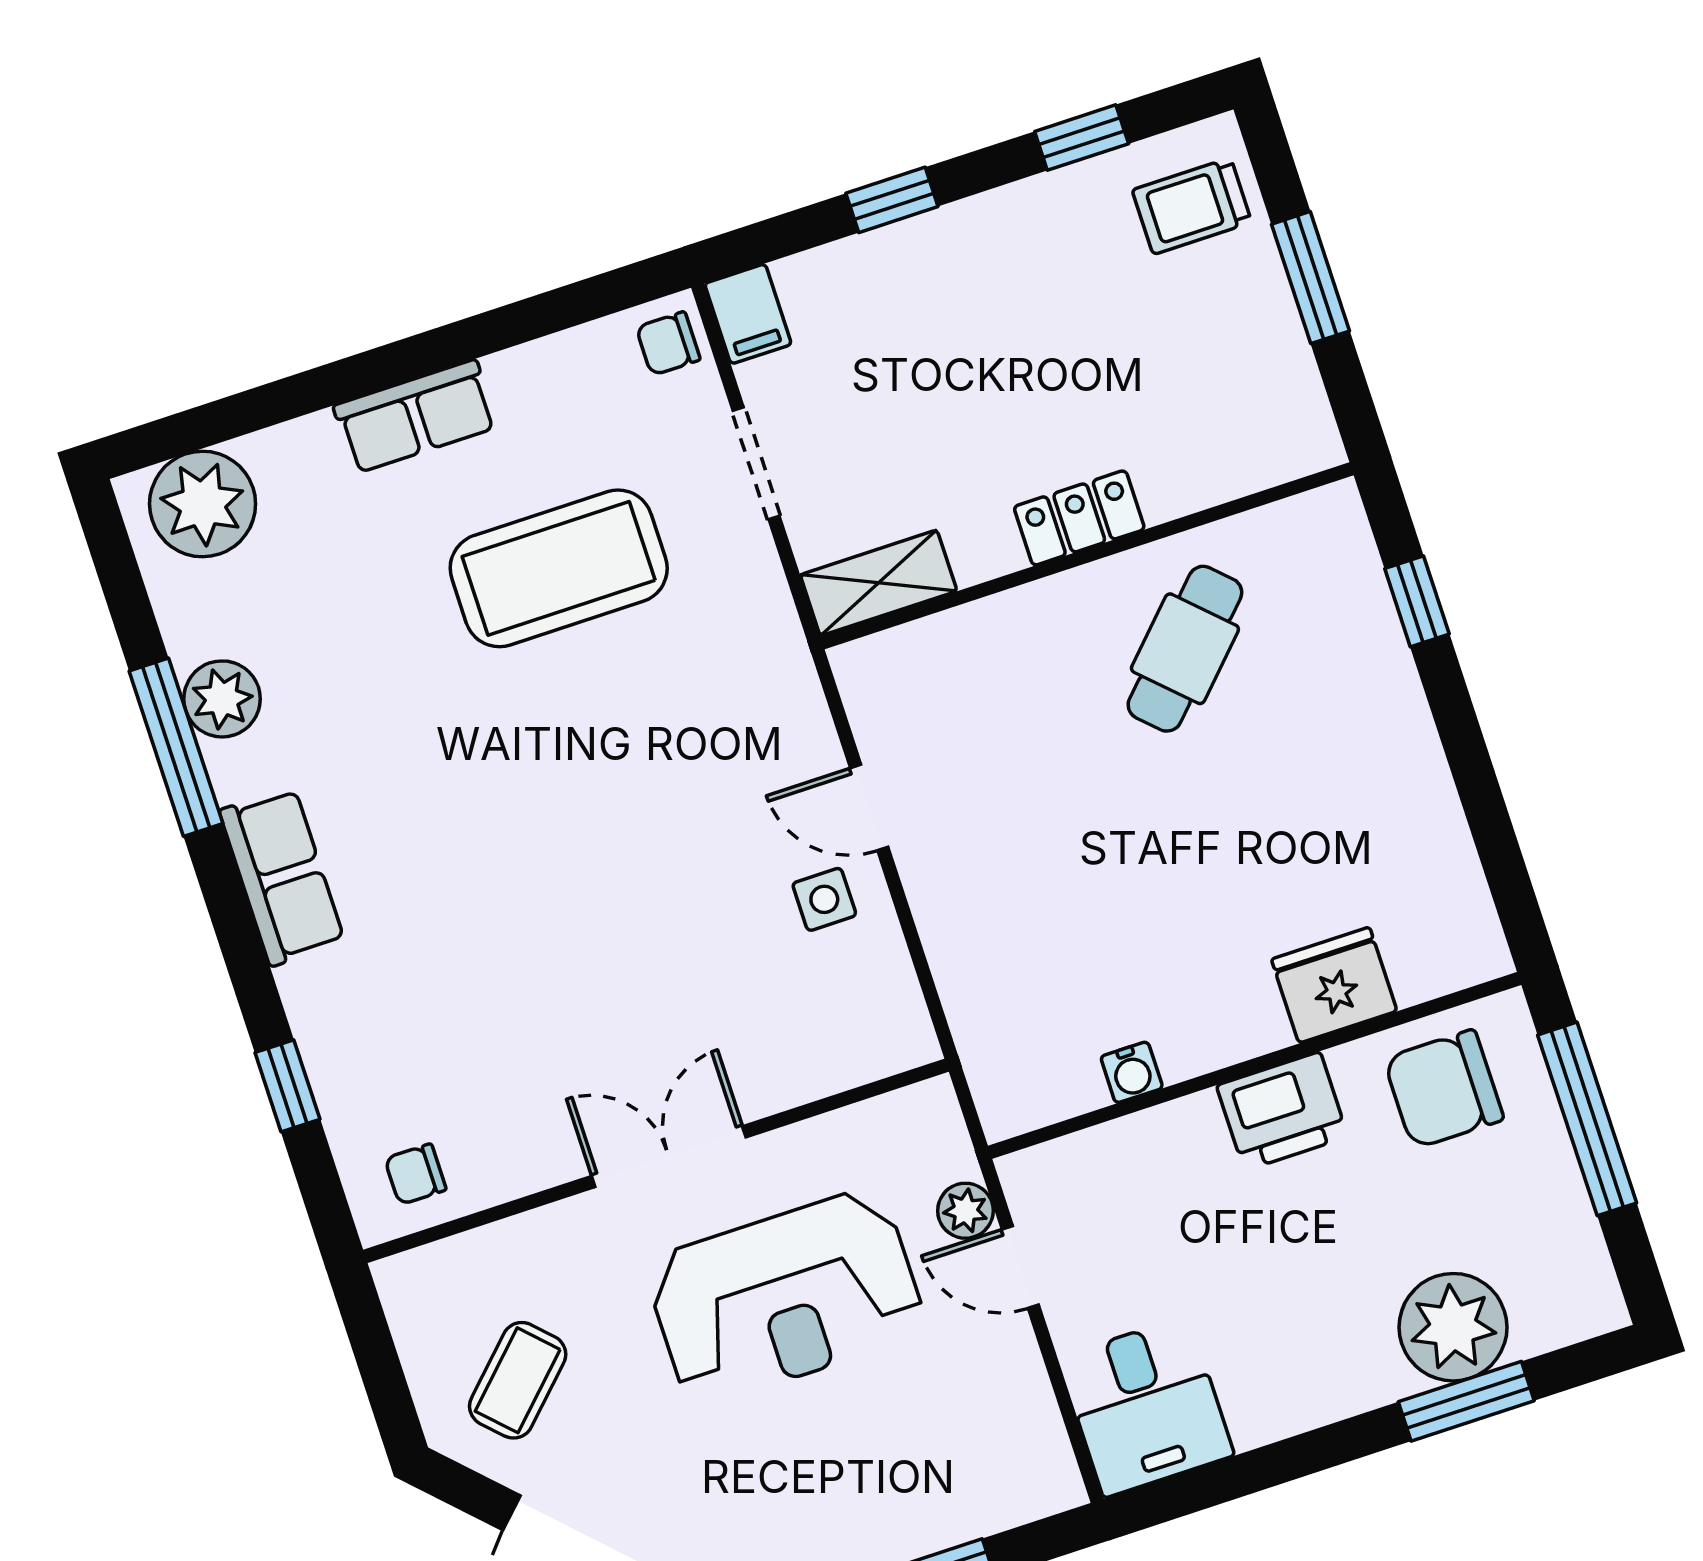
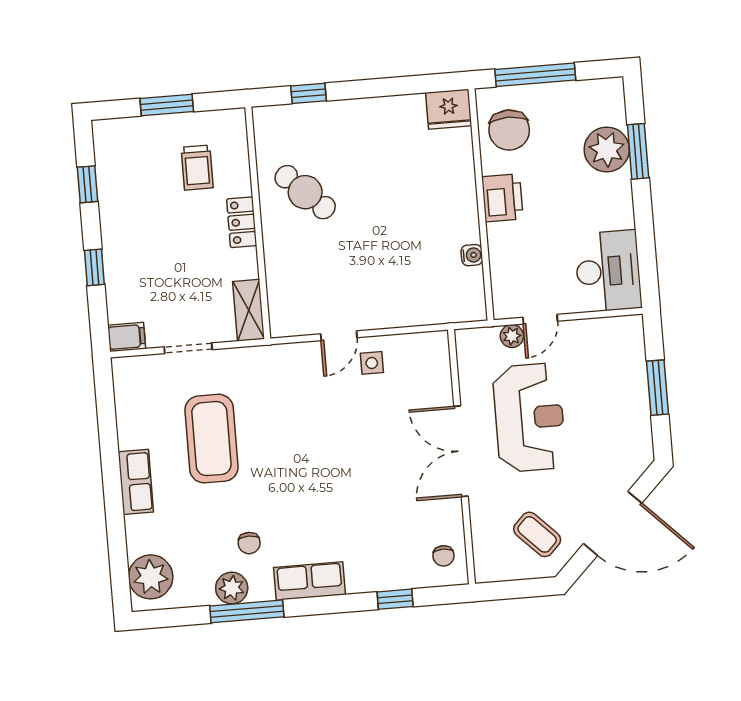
trolley: (1192, 206) -> (197, 168), moved
chair: (668, 343) -> (249, 543), moved
fridge: (1334, 985) -> (449, 109), moved, turned -90
double door: (669, 1157) -> (461, 451), width x1.37
desk: (1146, 1406) -> (608, 271), width x1.37

